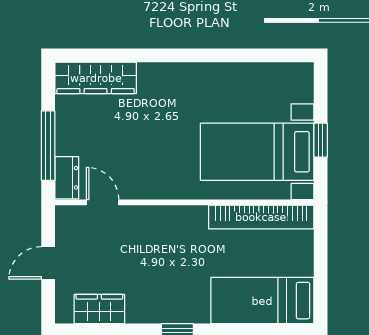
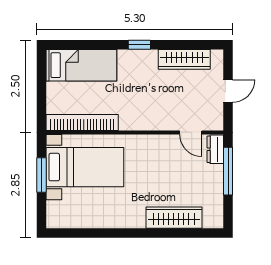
wardrobe: (96, 78) -> (174, 218), moved
window: (321, 140) -> (41, 175), width x1.50
wardrobe: (99, 309) -> (184, 59), width x1.50

